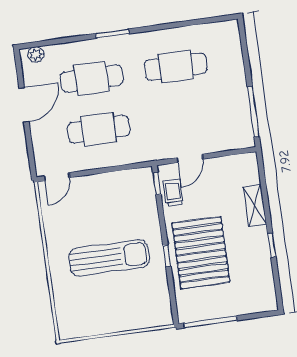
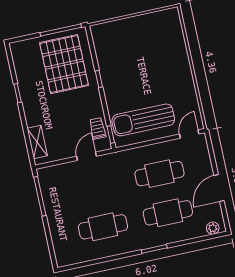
trolley: (173, 193) -> (98, 128), turned 180
shelving: (255, 205) -> (37, 142), moved
pallet: (201, 253) -> (64, 64), moved
sun lounger: (109, 258) -> (143, 120), moved

